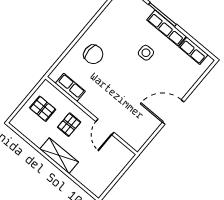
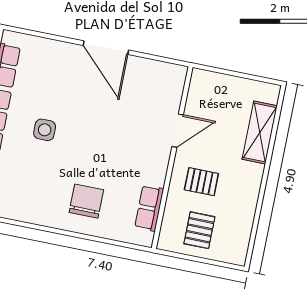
shelving: (59, 156) -> (260, 132), moved

